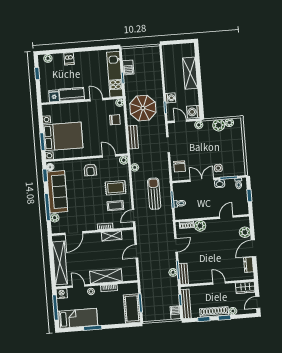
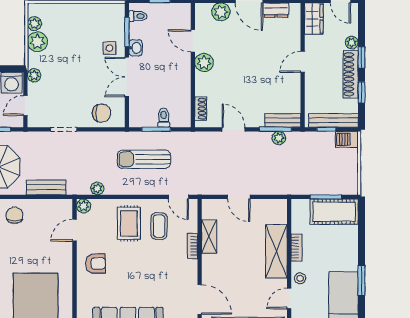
plant: (200, 226) -> (204, 62), moved

